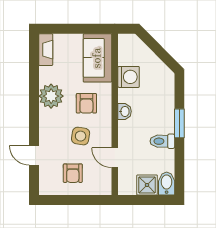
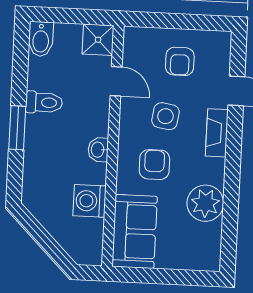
fireplace: (46, 50) -> (217, 133), moved
plant: (51, 96) -> (205, 203), moved
armchair: (73, 173) -> (180, 61), turned 180
shower: (147, 185) -> (98, 40), moved

